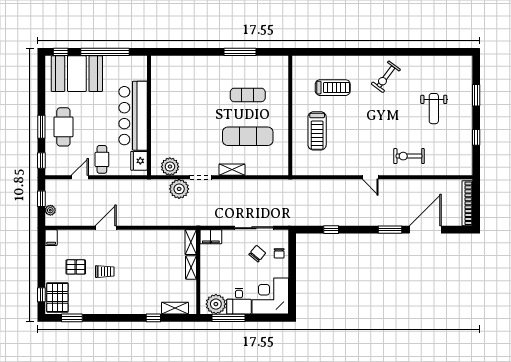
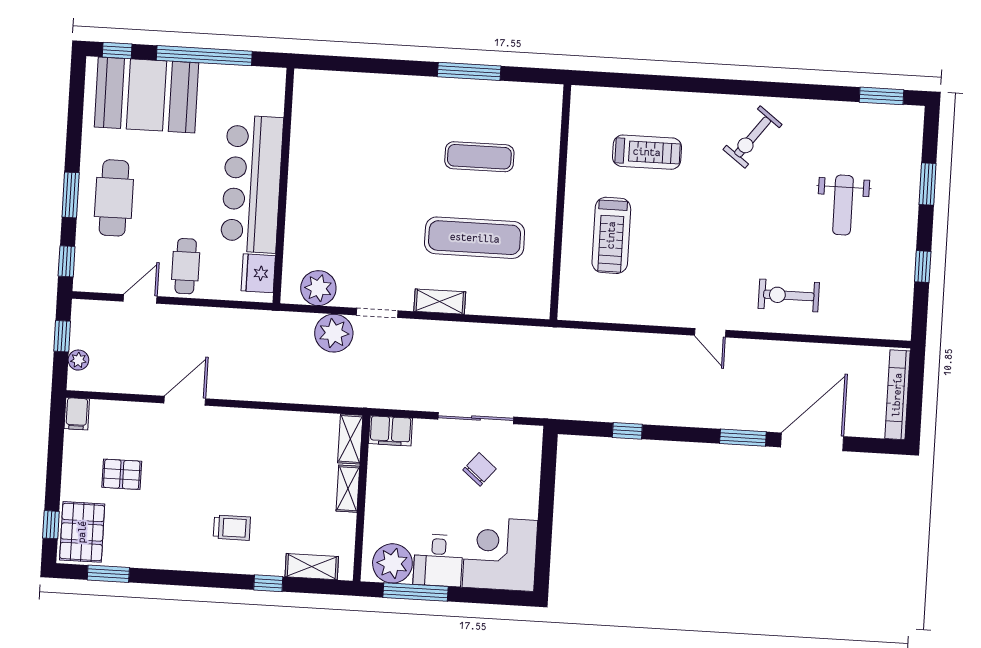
window: (450, 52) -> (882, 96), added
chair: (279, 253) -> (523, 471), removed
trolley: (105, 272) -> (232, 528), moved

